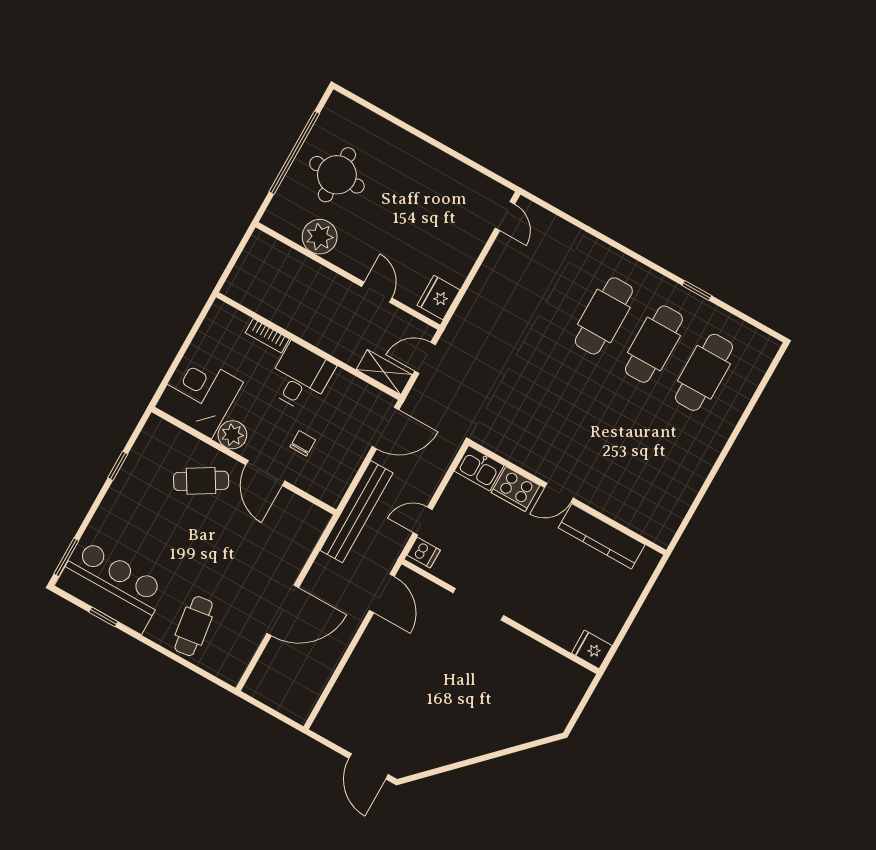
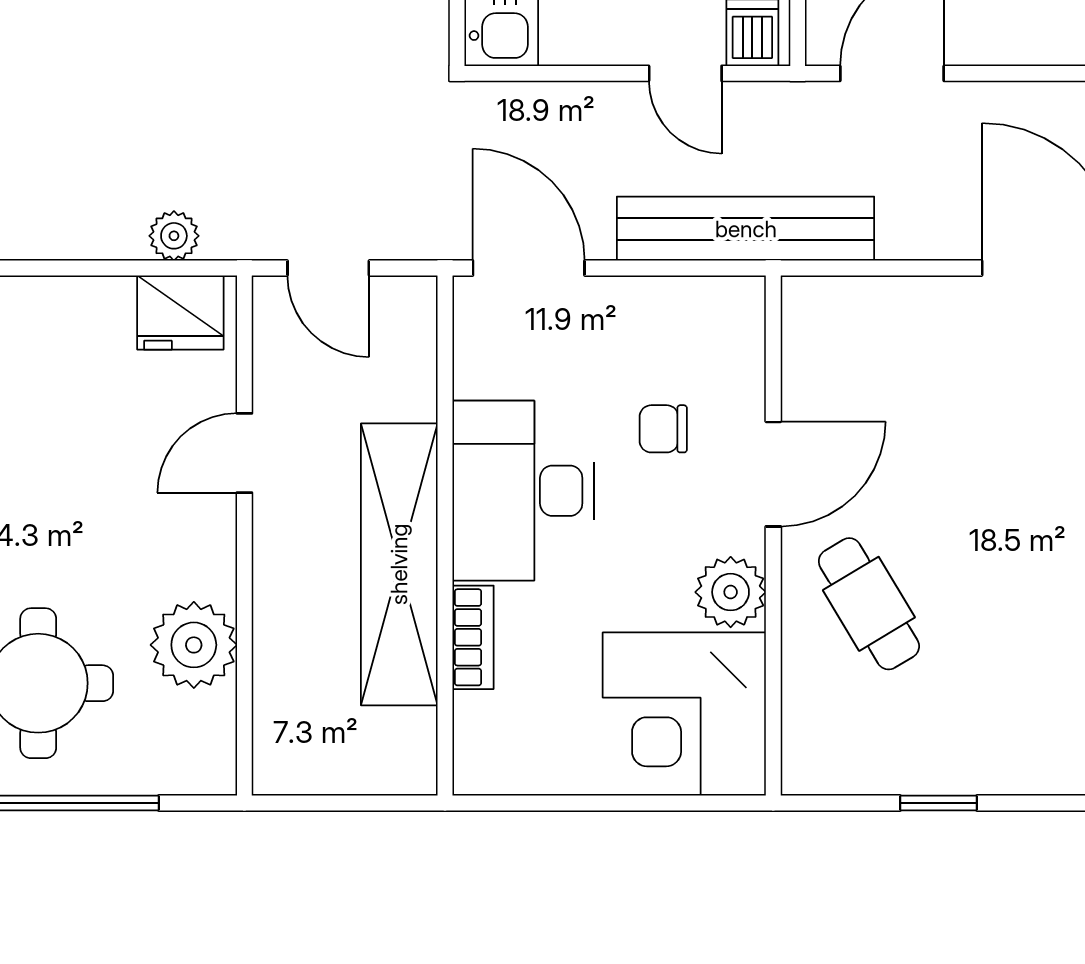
plant: (467, 310) -> (174, 236), added
shelving: (384, 372) -> (399, 564), moved, width x2.20, depth x1.33
desk: (300, 377) -> (523, 491), width x1.37

